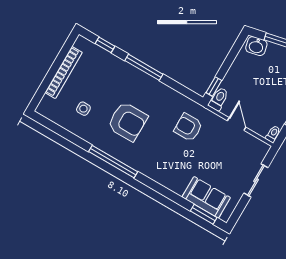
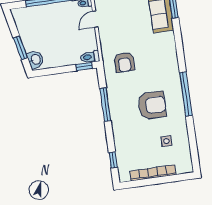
window: (144, 67) -> (105, 105), moved
armchair: (128, 121) -> (152, 105), turned 90
door: (237, 124) -> (95, 19), moved

